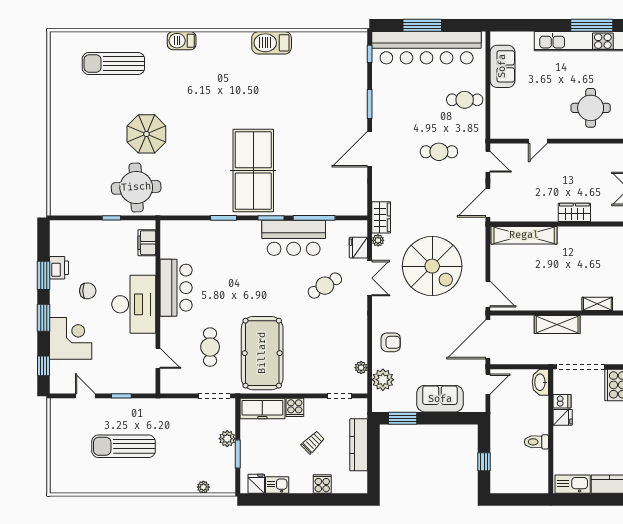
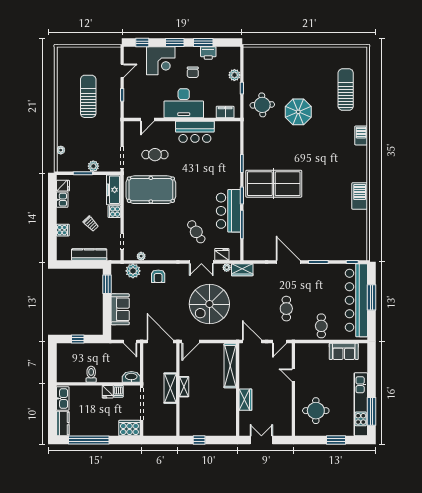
round table: (136, 187) -> (262, 105), width x0.73, depth x0.73
plant: (92, 229) -> (234, 75), added
shelving: (597, 304) -> (184, 387), moved

